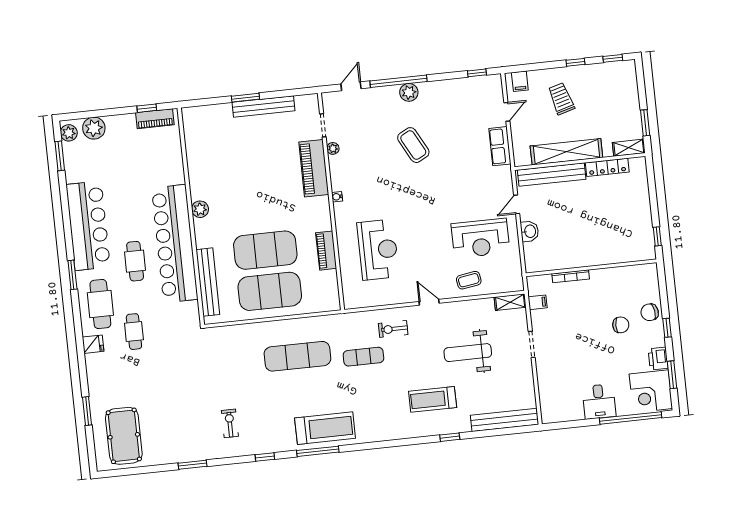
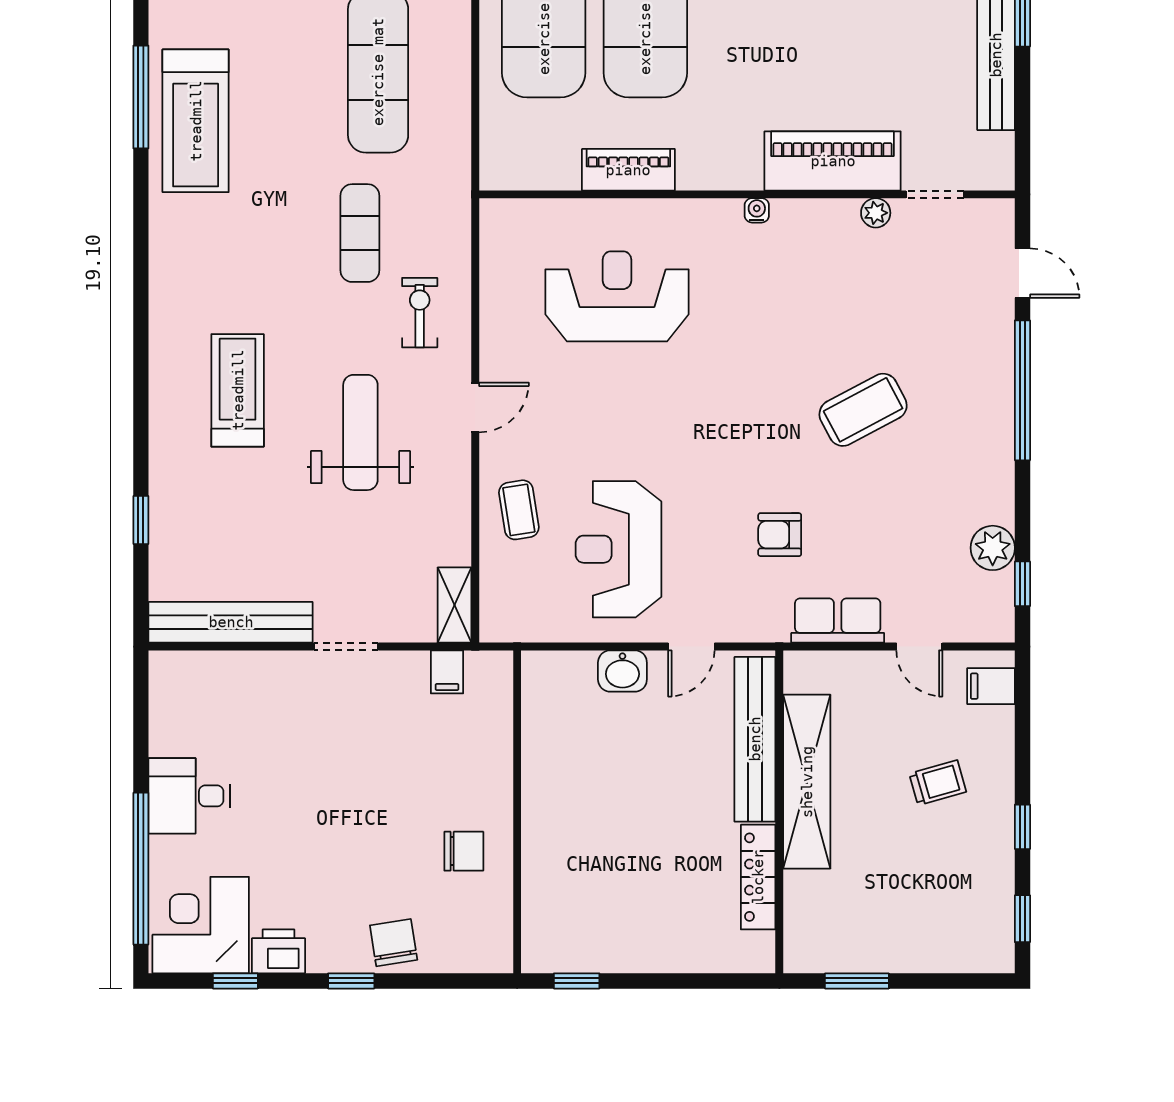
plant: (409, 92) -> (993, 548), moved
trolley: (561, 99) -> (938, 783), width x0.73, depth x0.72
shelving: (629, 148) -> (800, 935), removed
armchair: (468, 173) -> (780, 535), added
door: (517, 204) -> (691, 647), swing flipped
reception desk: (378, 250) -> (617, 296), turned 180
bookcase: (571, 276) -> (502, 759), removed
chair: (621, 325) -> (464, 851), moved, turned -90
weight bench: (468, 353) -> (360, 432), moved
window: (672, 375) -> (235, 981), width x0.67
bench: (505, 420) -> (231, 622), moved, turned 90
window: (450, 437) -> (141, 520), moved

